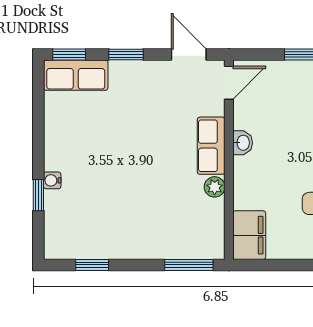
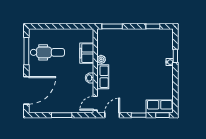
door: (189, 54) -> (112, 115), swing flipped
filing cabinet: (249, 235) -> (87, 53), moved

